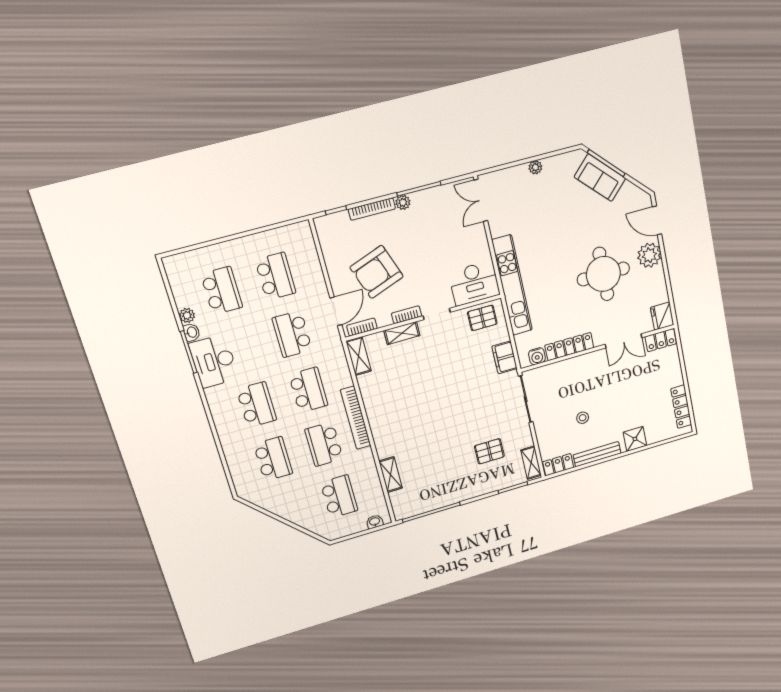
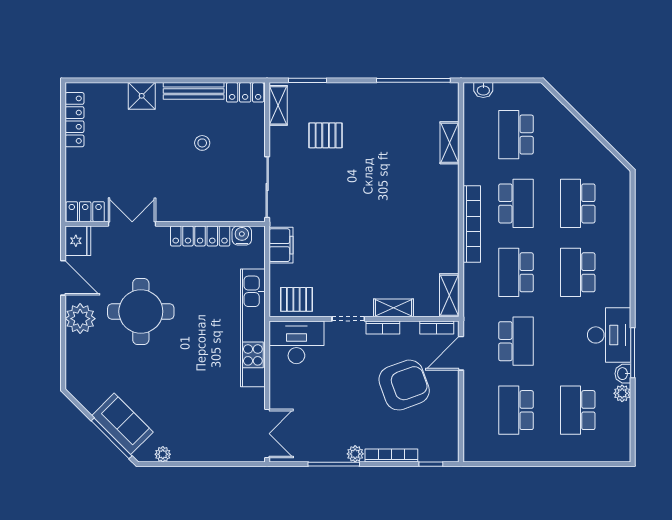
plant: (535, 167) -> (163, 454), moved
door: (657, 220) -> (63, 278), moved

